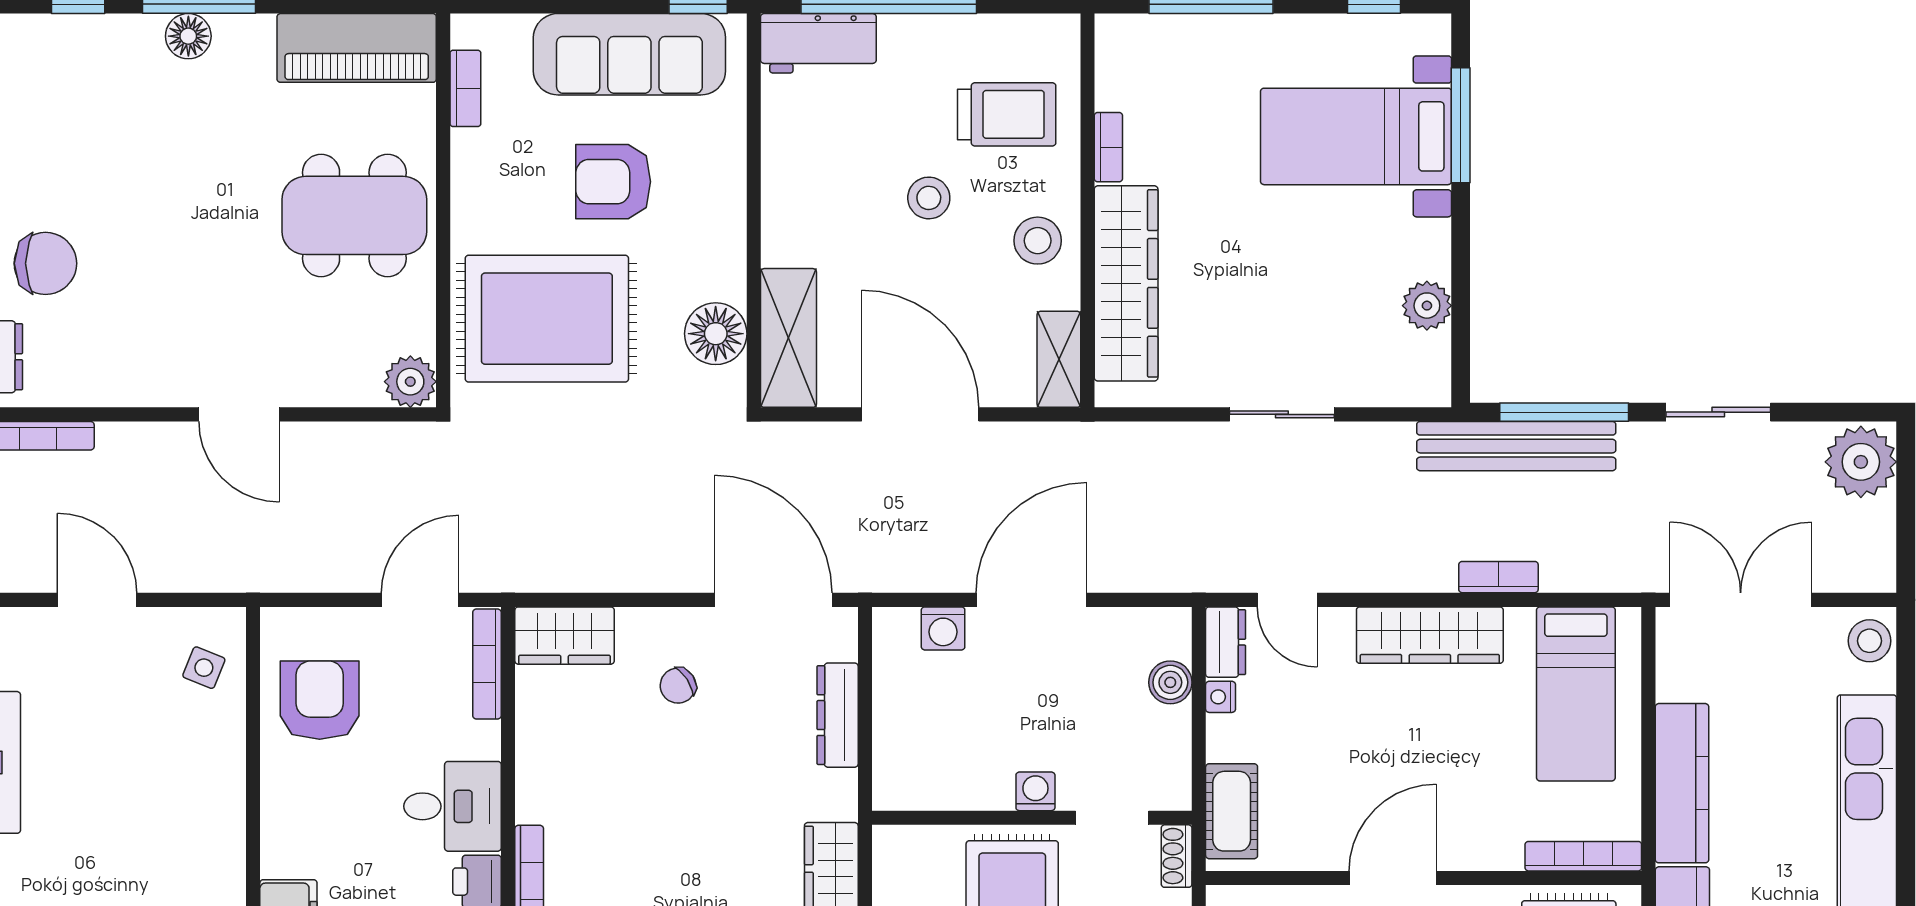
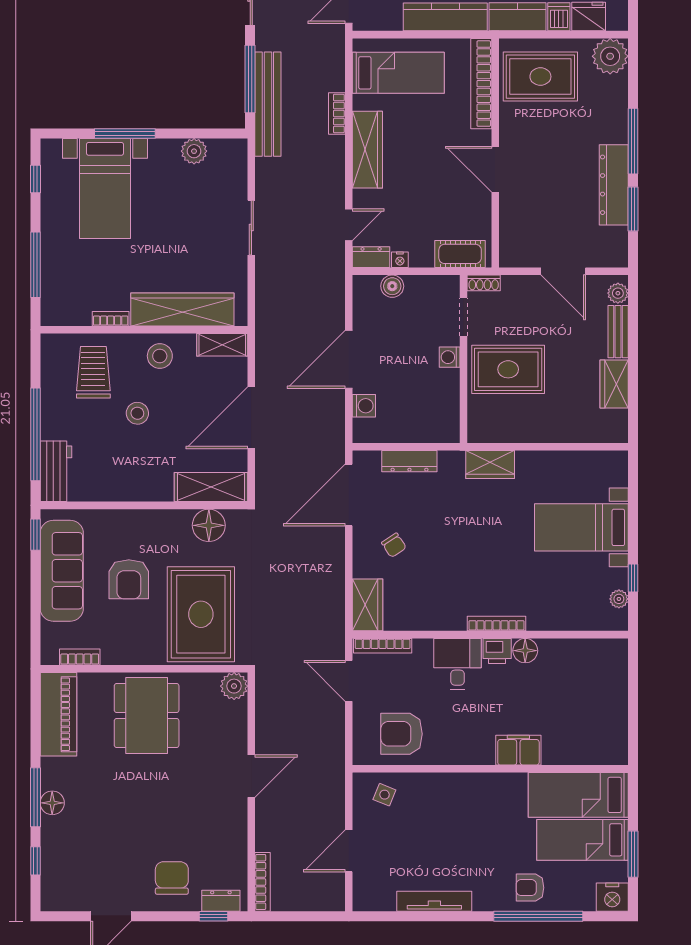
window: (1461, 125) -> (125, 133), moved
door: (1031, 600) -> (349, 359), hinge flipped
bookcase: (1583, 856) -> (481, 84), width x1.48, depth x1.31

